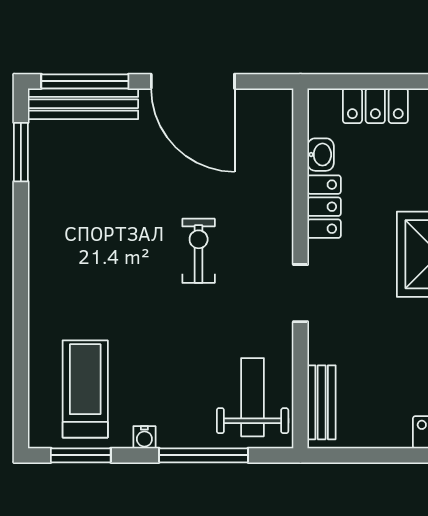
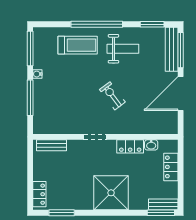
exercise bike: (199, 251) -> (112, 96), turned -127
window: (21, 290) -> (97, 24), added
treadmill: (85, 389) -> (78, 45), moved
weight bench: (253, 397) -> (123, 49), moved
window: (81, 455) -> (30, 48), width x1.44

